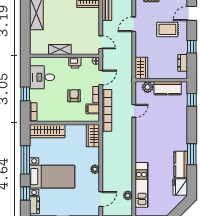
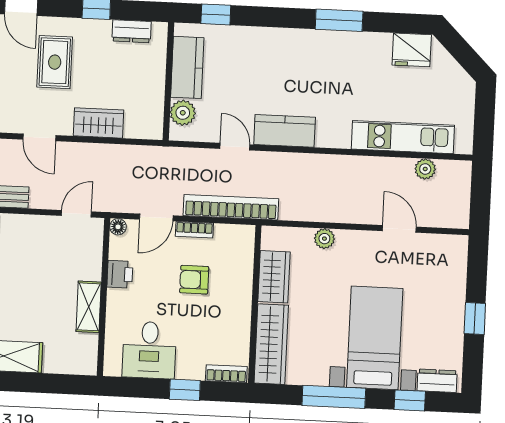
wardrobe: (141, 68) -> (99, 123), moved
door: (101, 78) -> (156, 217), swing flipped
filing cabinet: (93, 109) -> (226, 239), removed
wardrobe: (93, 136) -> (274, 277), moved, turned -90
kitchen counter: (181, 164) -> (285, 131), moved, turned 180
plant: (95, 169) -> (324, 239), moved
door: (101, 199) -> (399, 229), moved

